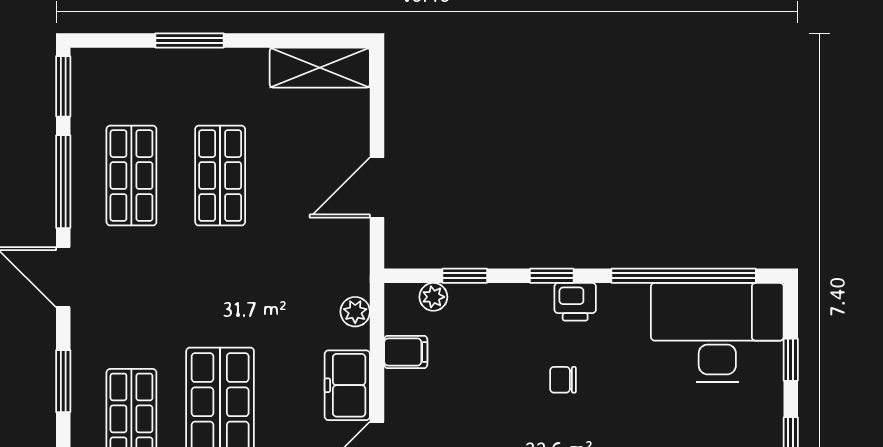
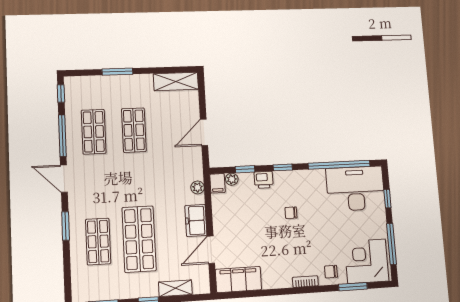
window: (63, 86) -> (61, 93), width x0.67
printer: (575, 302) -> (264, 180), moved
filing cabinet: (406, 352) -> (217, 183), moved, turned 90

